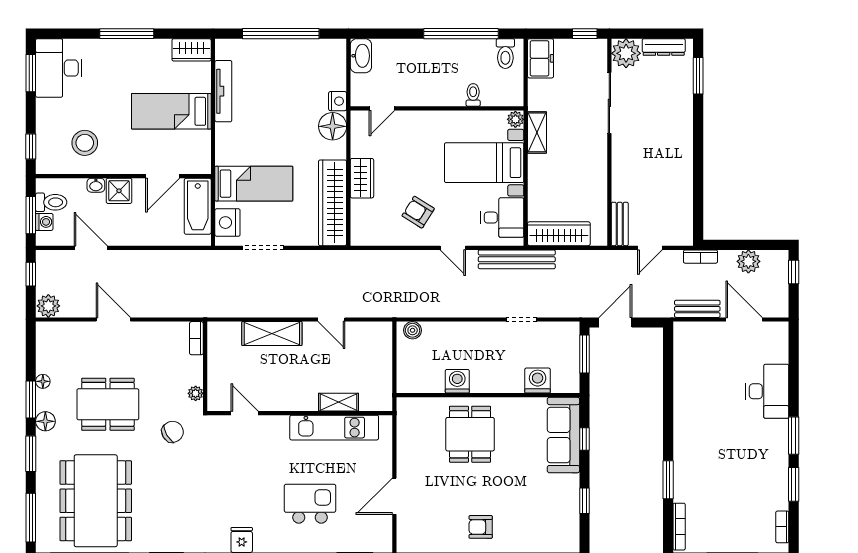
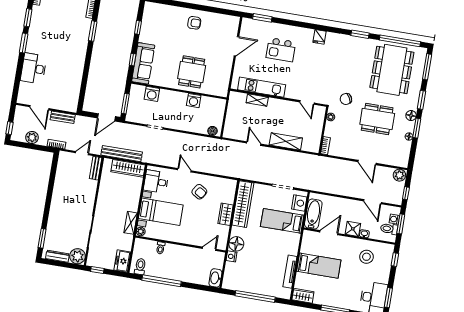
bench: (517, 259) -> (122, 154), moved

